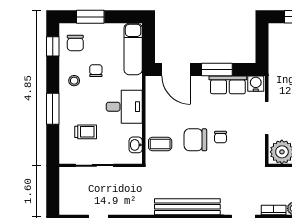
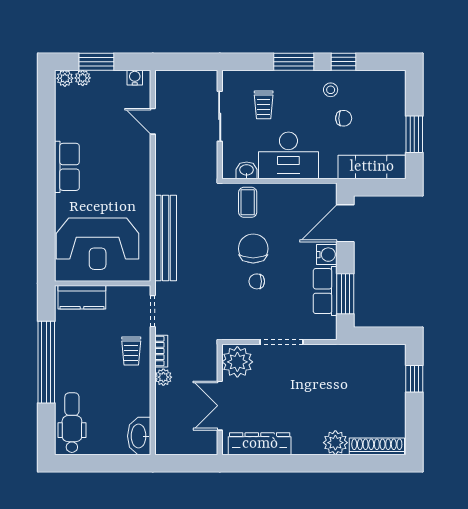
window: (90, 17) -> (414, 134), moved
chair: (75, 43) -> (380, 91), removed
window: (53, 46) -> (344, 62), moved
window: (217, 70) -> (345, 294), moved
water cooler: (256, 84) -> (327, 255), moved
desk: (124, 107) -> (288, 155), width x1.37

